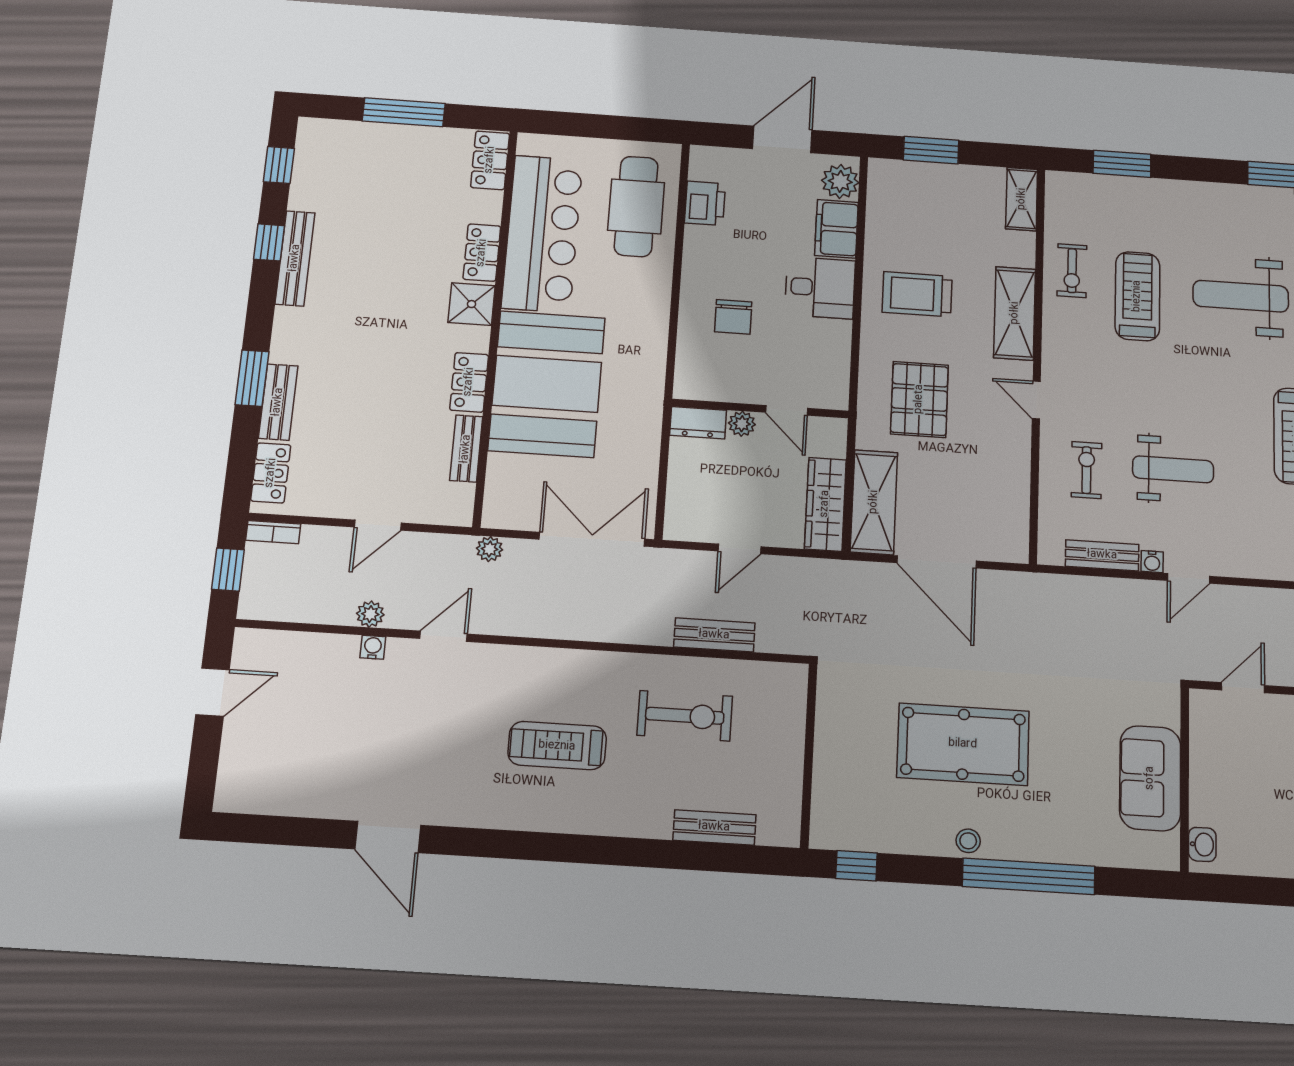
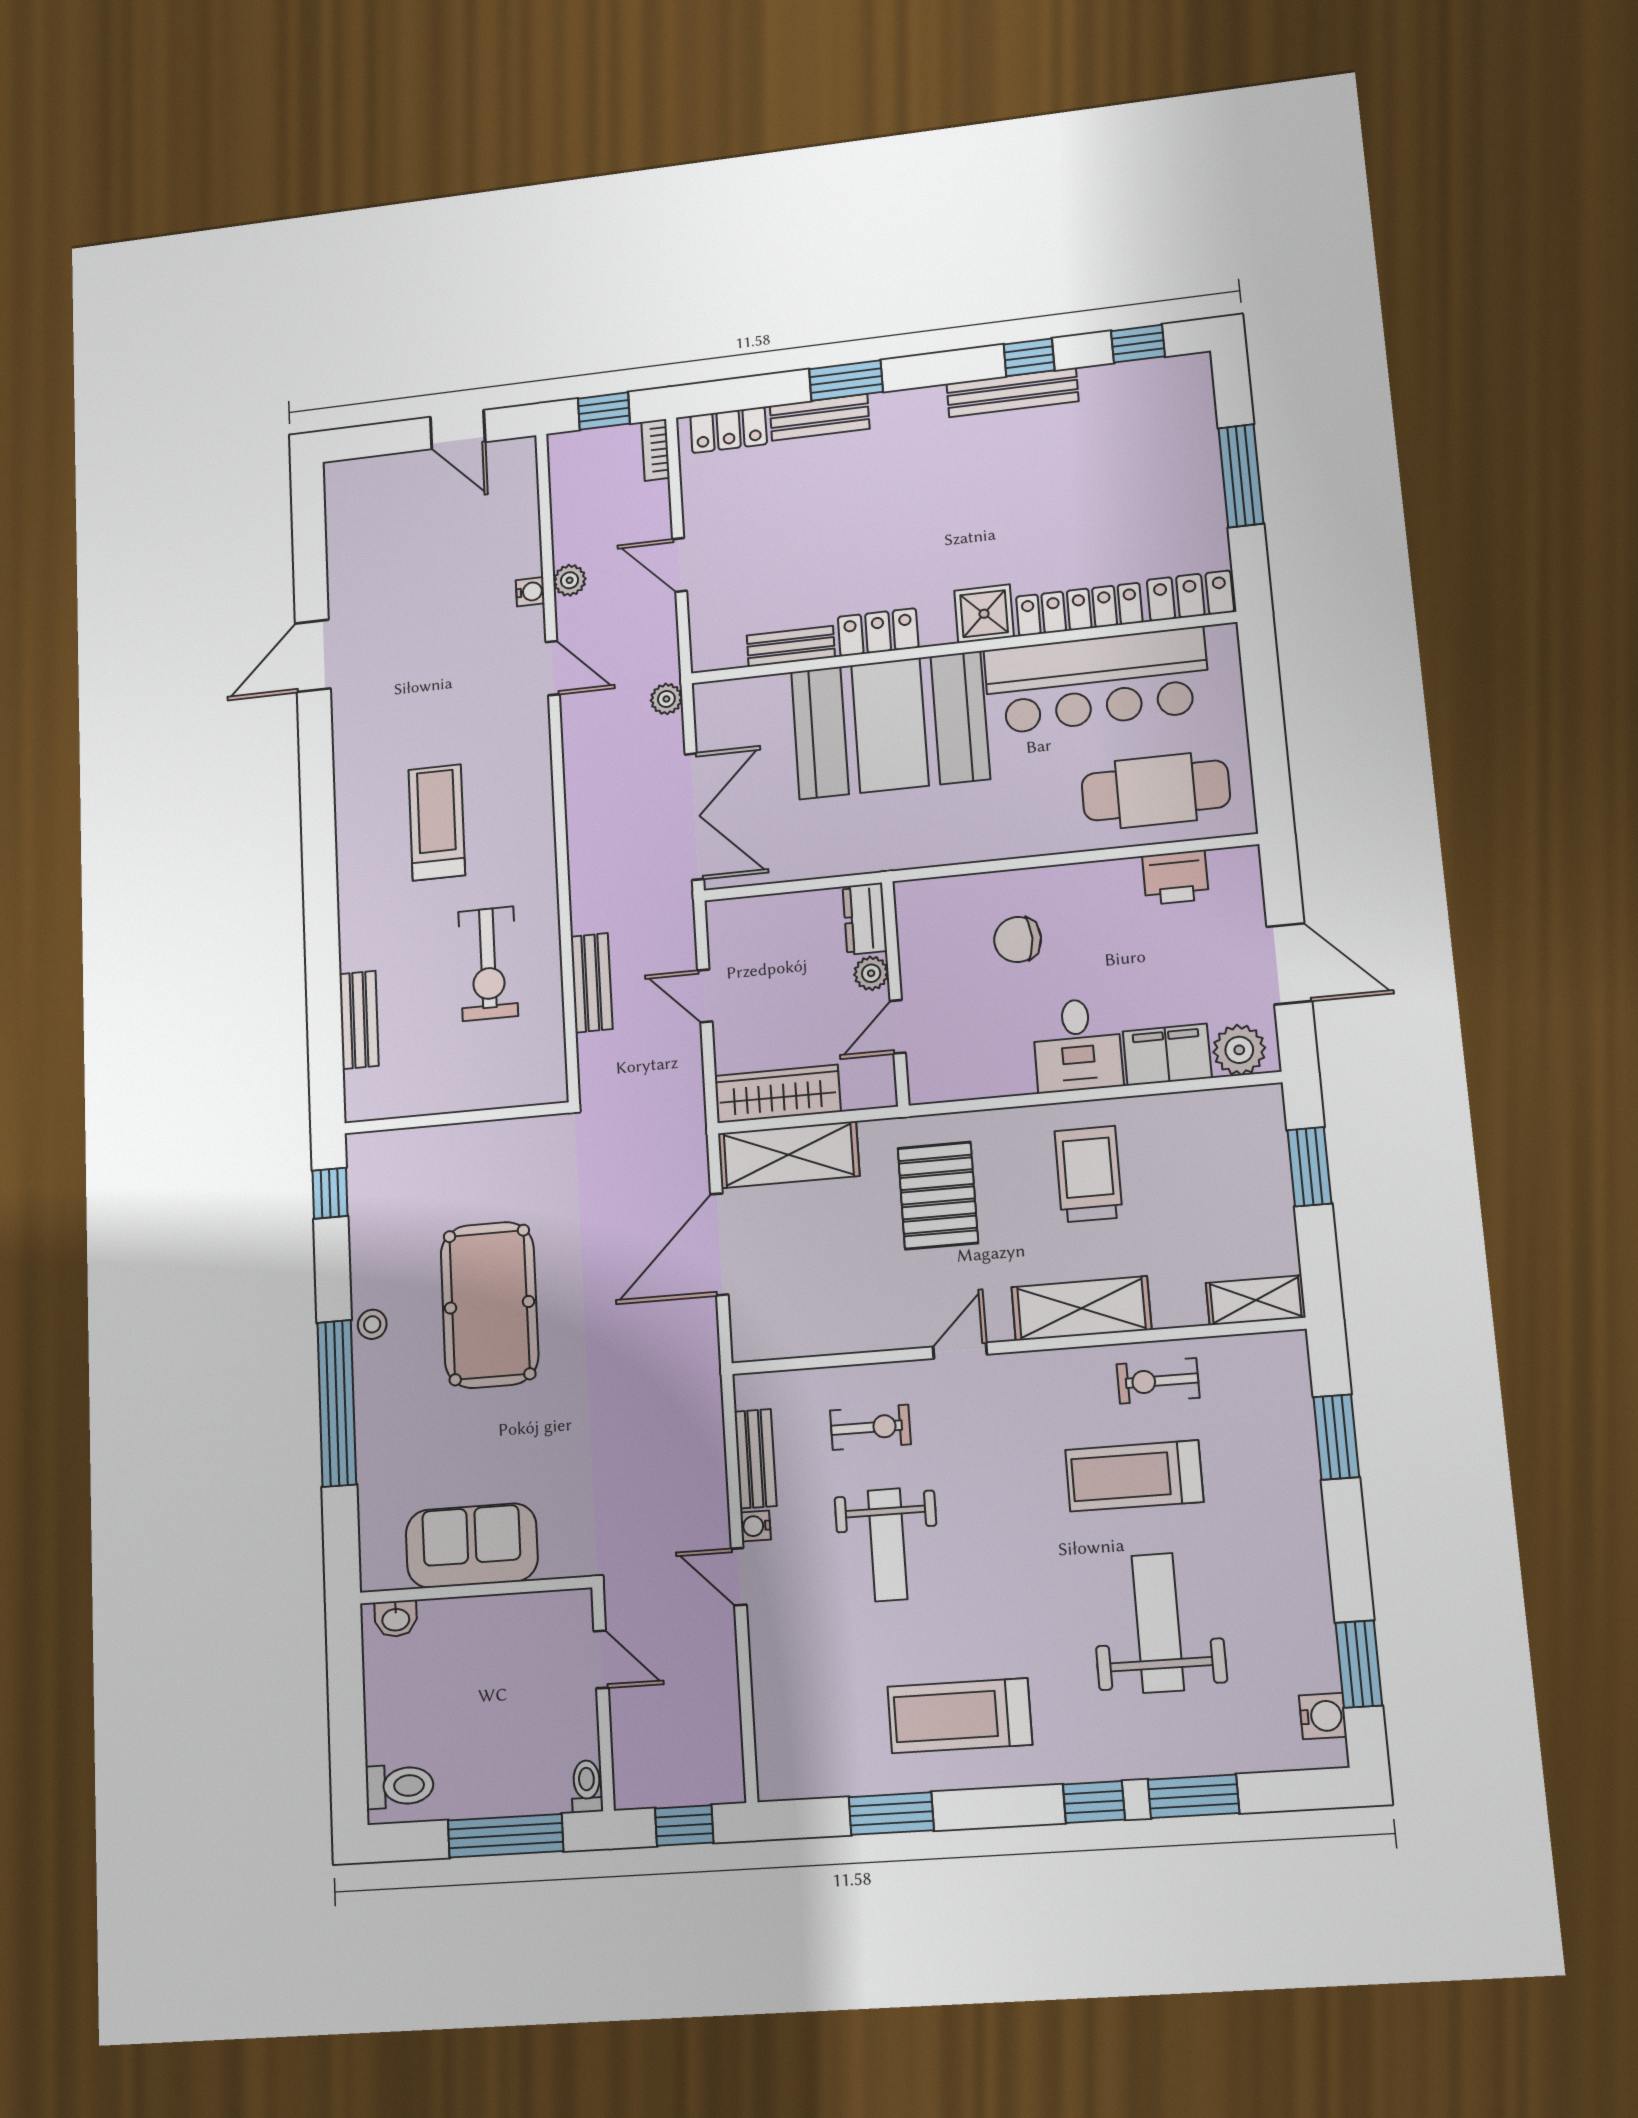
locker: (482, 253) -> (1079, 609), width x1.53
treadmill: (1137, 296) -> (1134, 1476), turned 180
pallet: (919, 399) -> (938, 1196), turned 90

